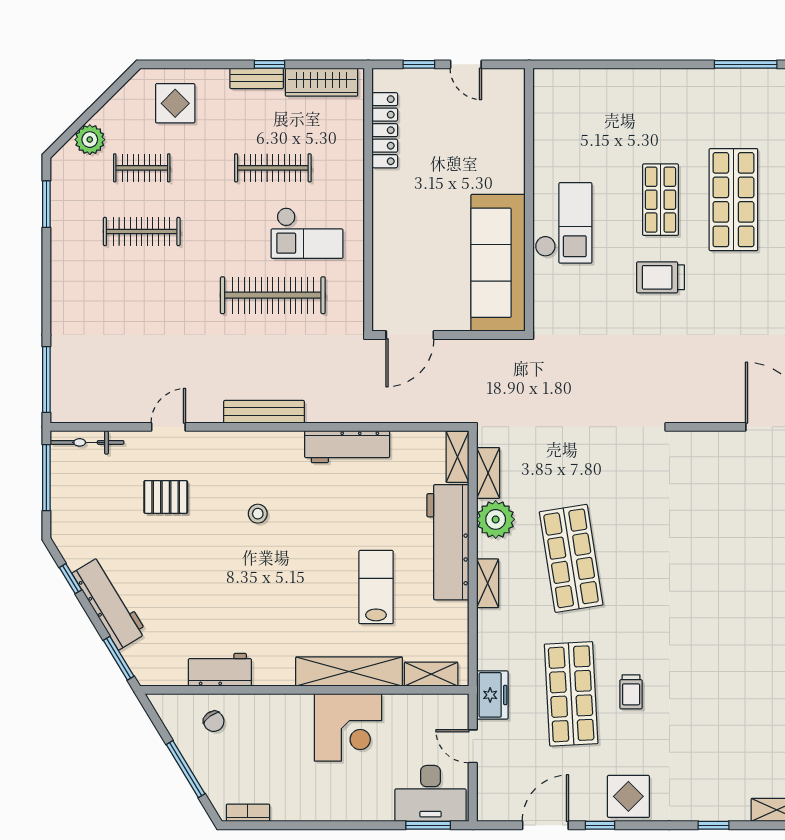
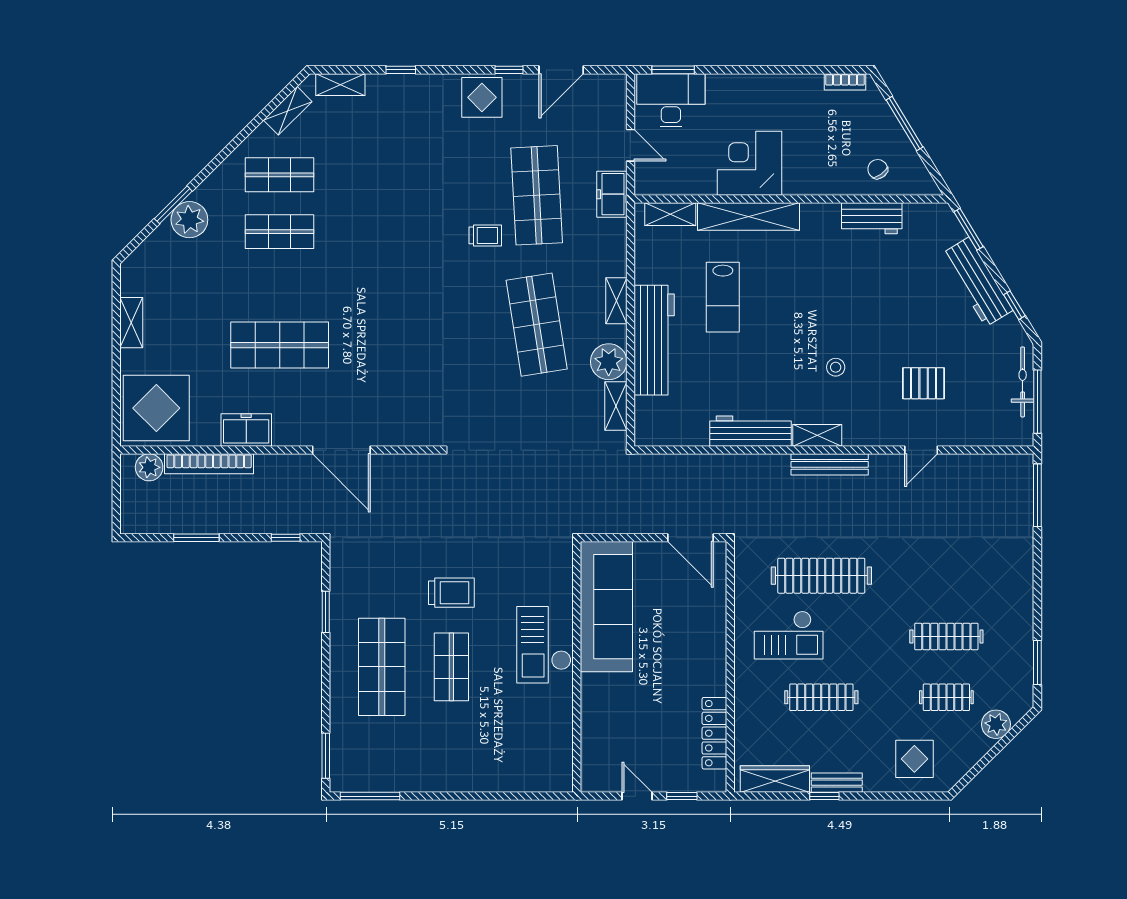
checkout: (307, 233) -> (789, 635), turned 180
door: (410, 335) -> (690, 538), swing flipped
bicycle: (87, 442) -> (1023, 382), moved, turned -90
shelving: (458, 457) -> (817, 435), moved, turned 90
trolley: (631, 692) -> (485, 235), moved, turned 90

